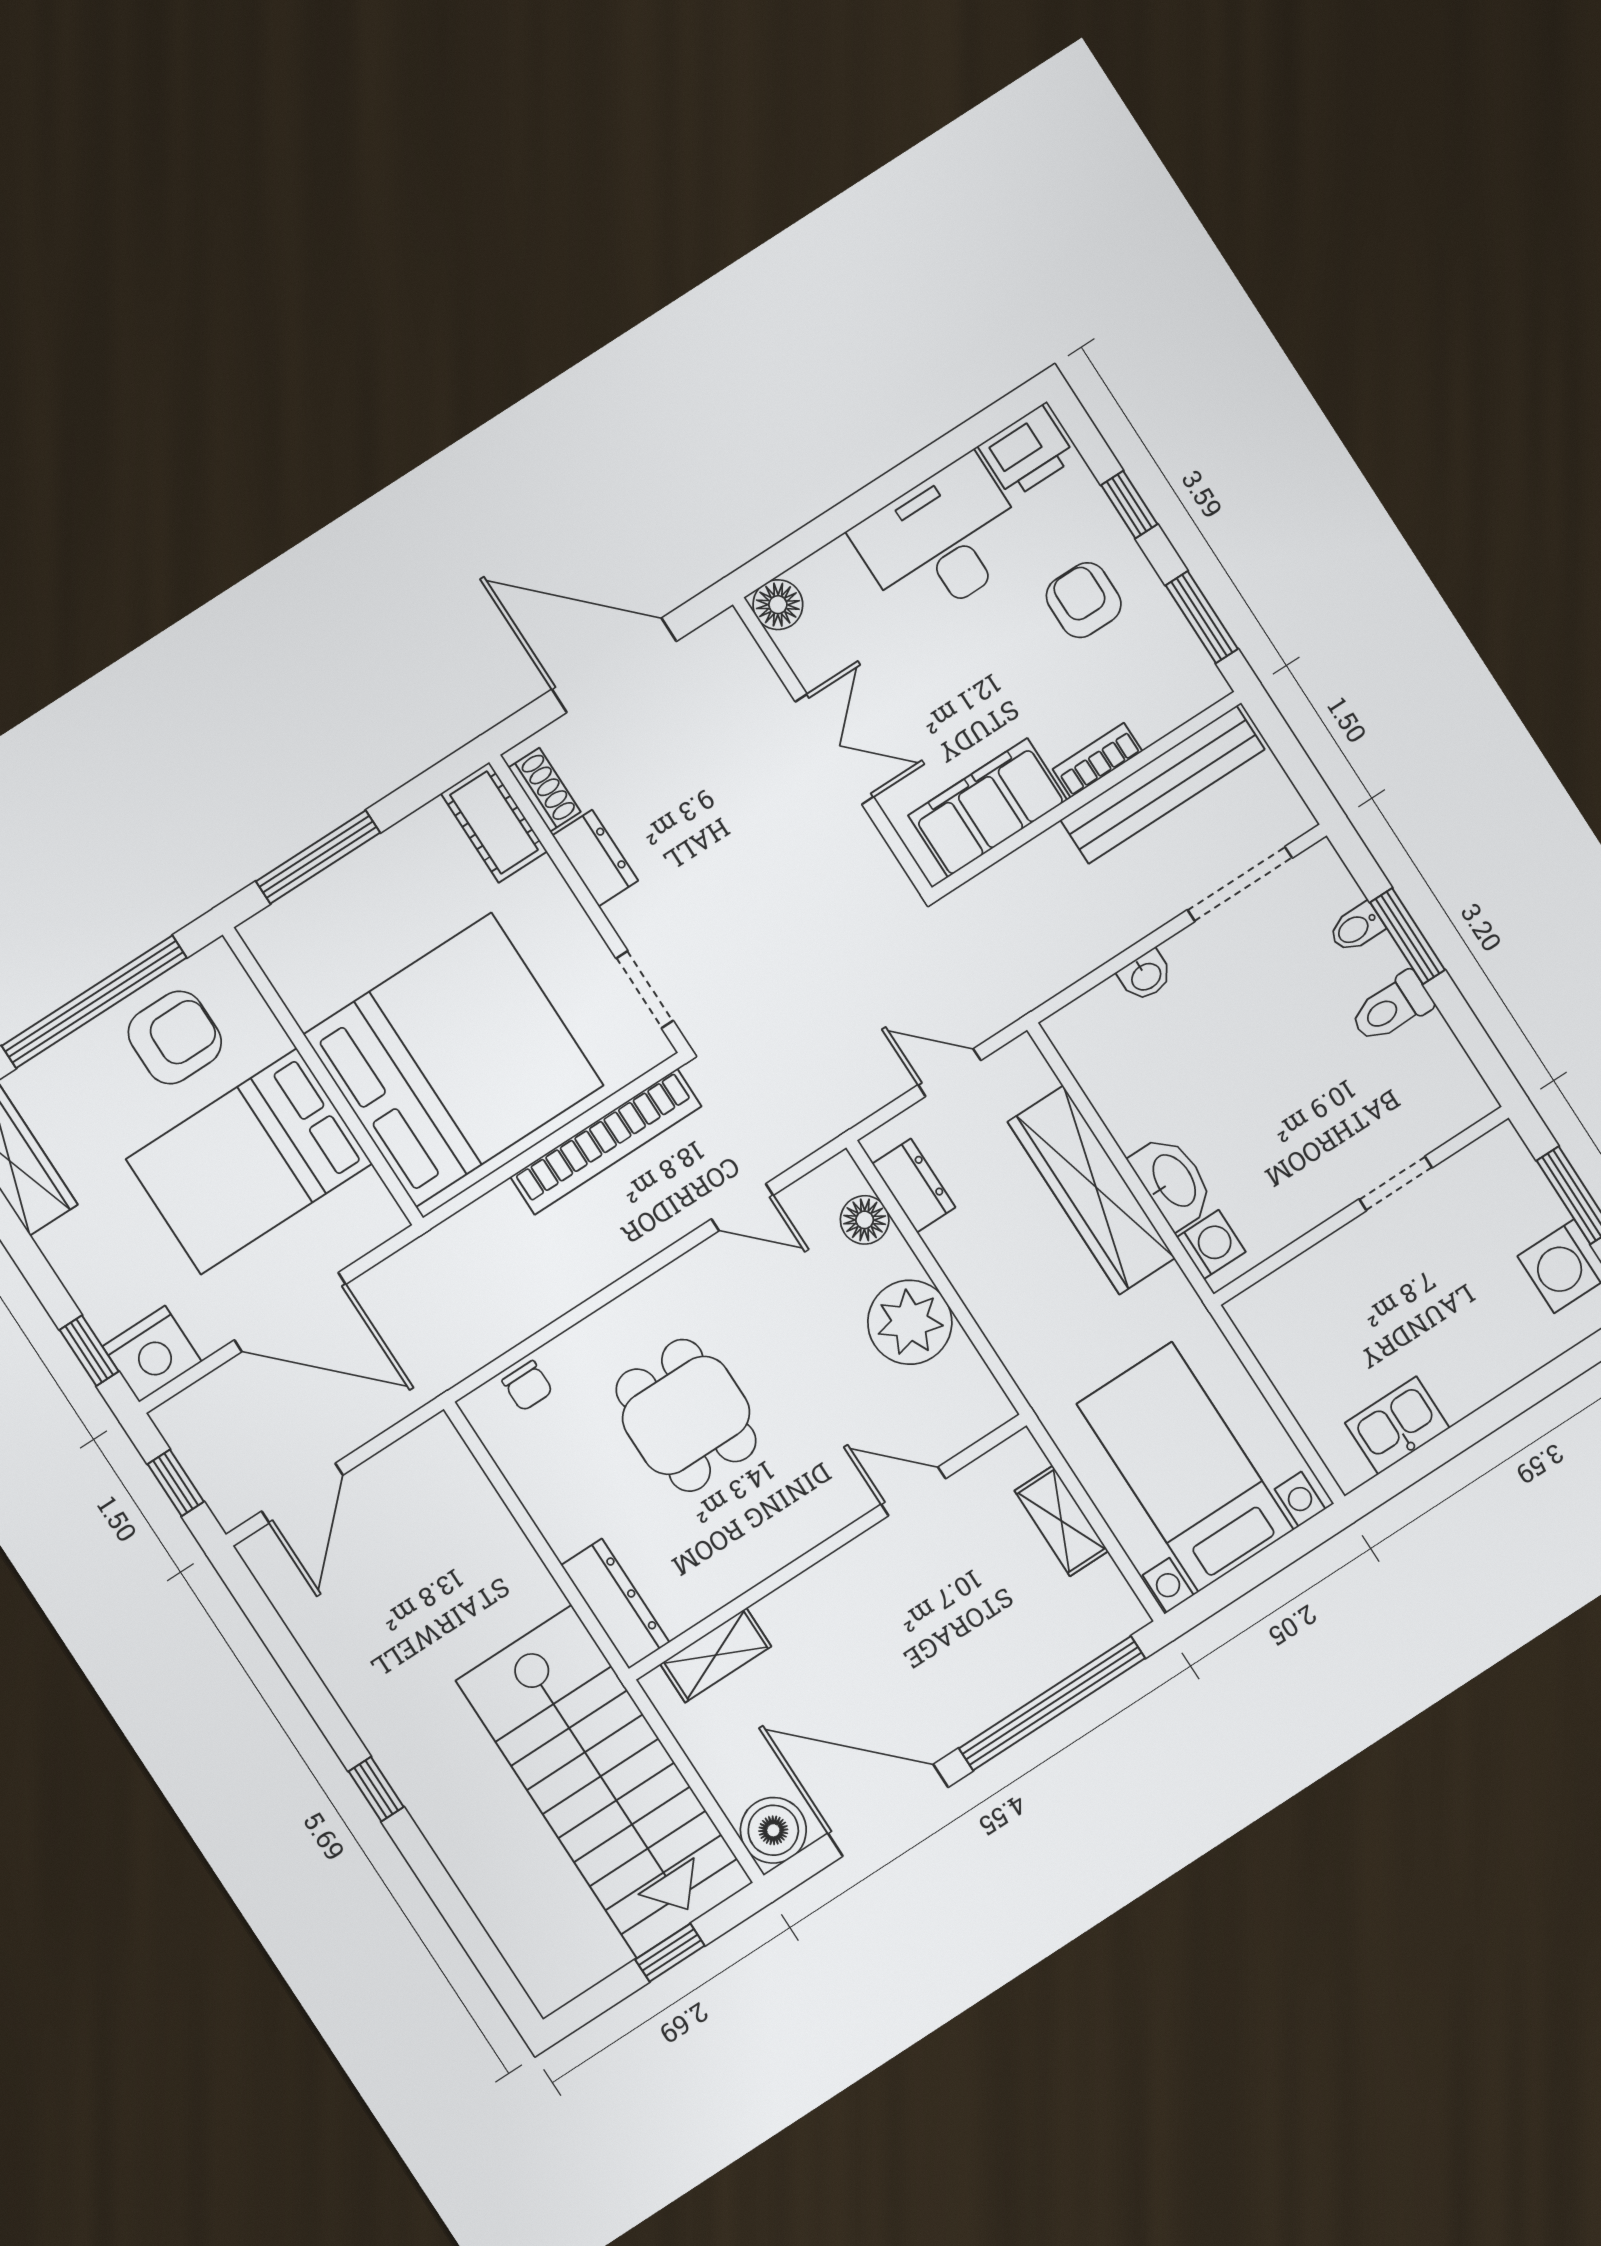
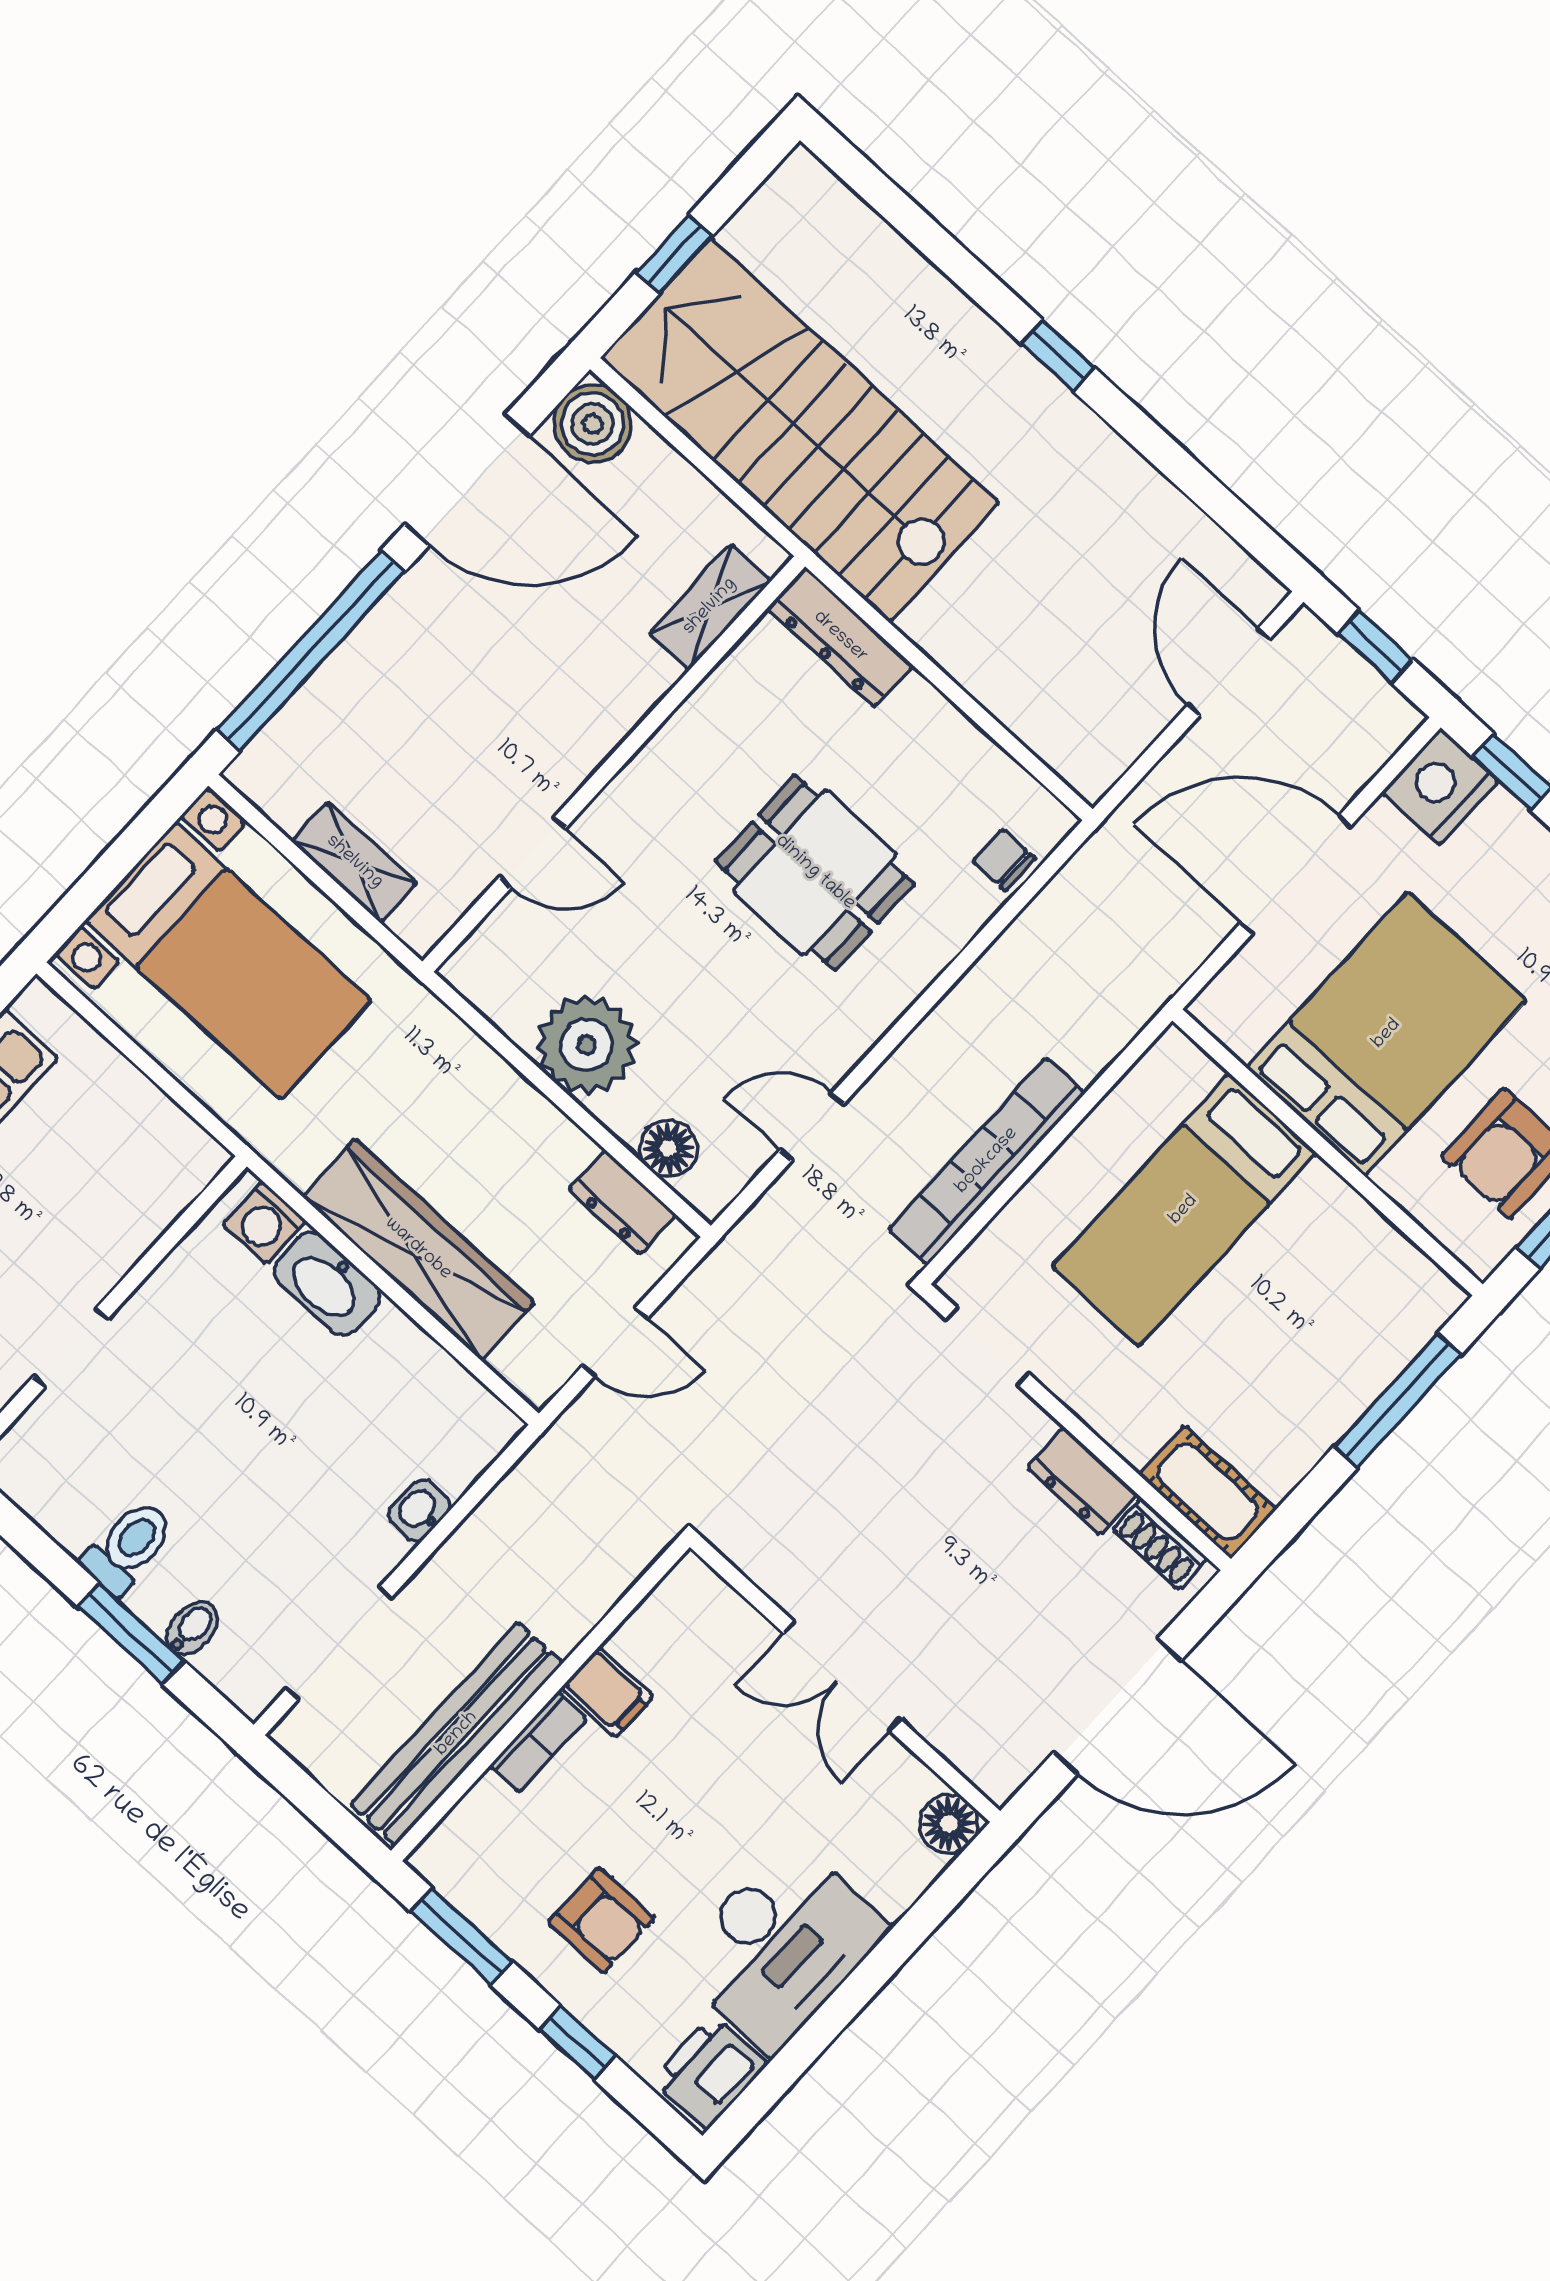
filing cabinet: (988, 808) -> (607, 1692), width x0.33, depth x0.86
bed: (454, 1060) -> (1184, 1210), width x0.49

